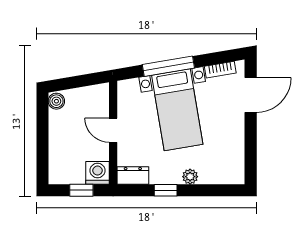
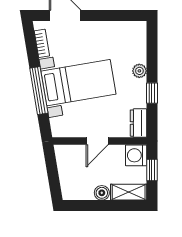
boiler: (56, 101) -> (102, 193), moved
shelving: (57, 165) -> (129, 192), added

